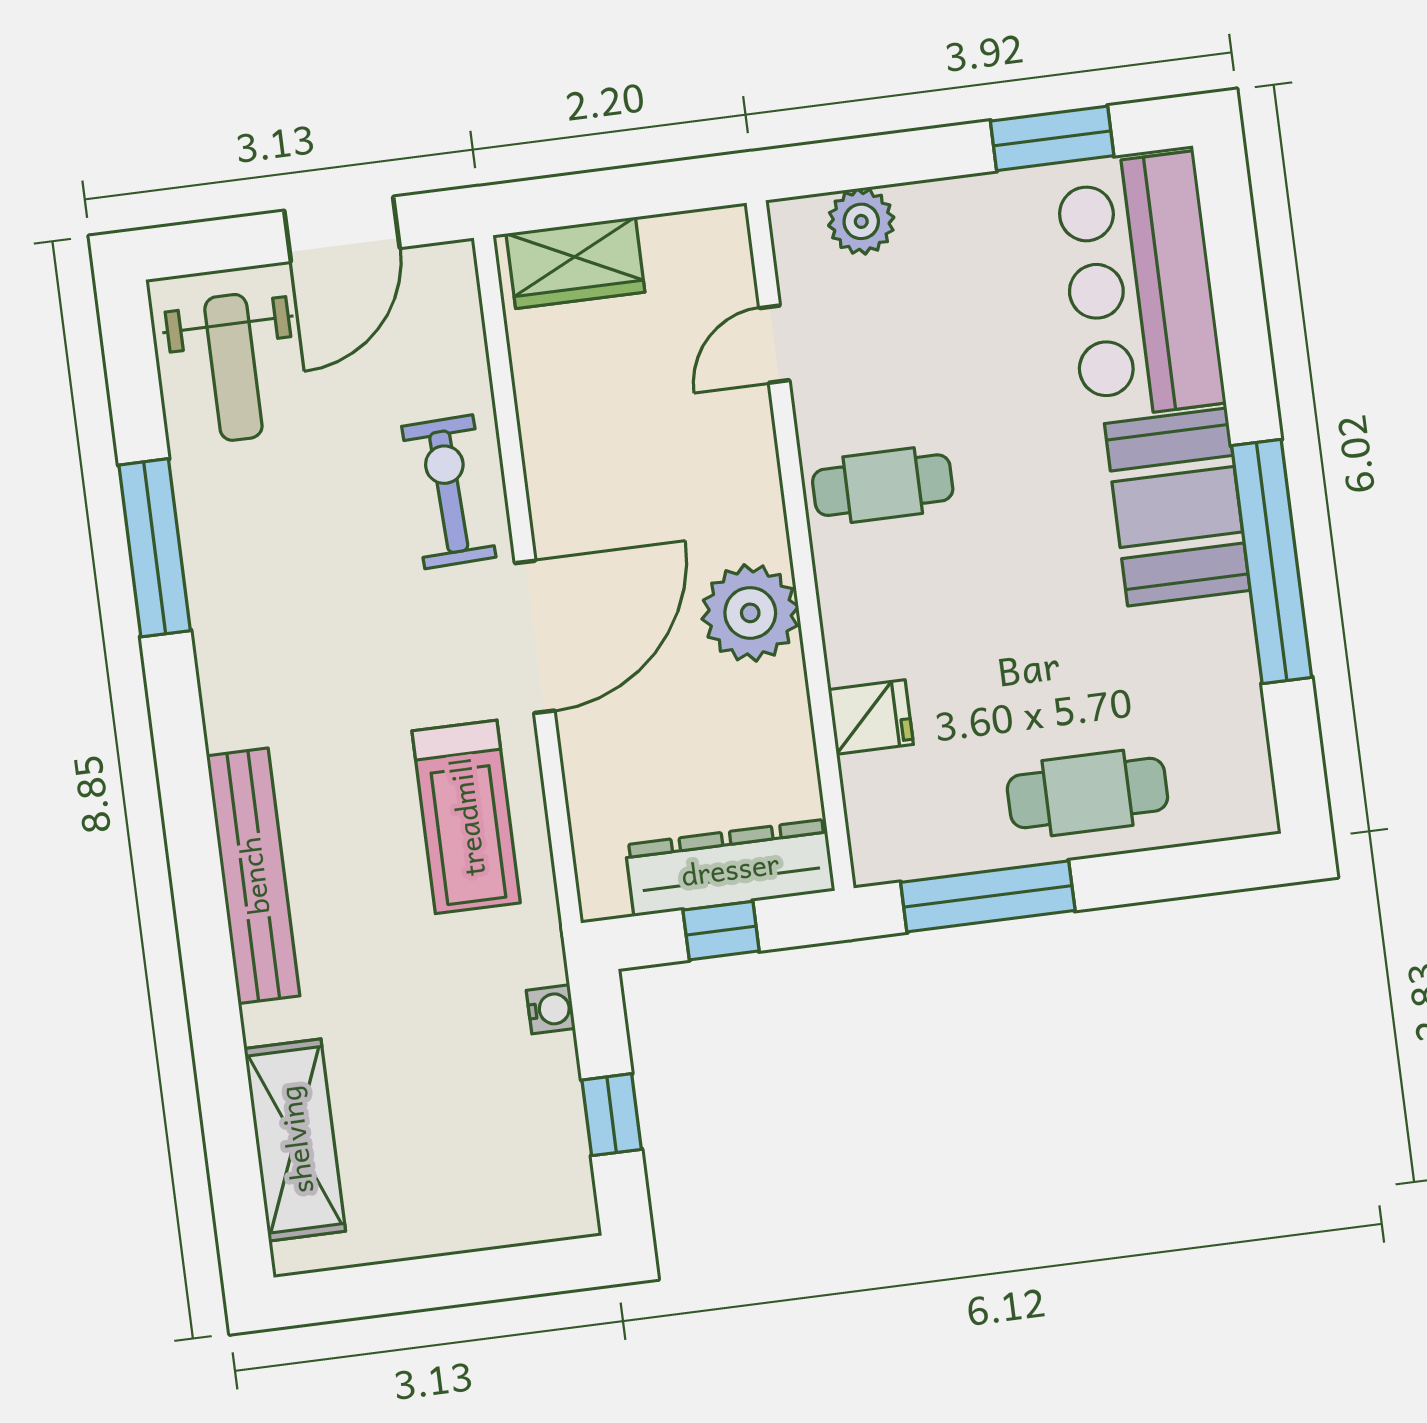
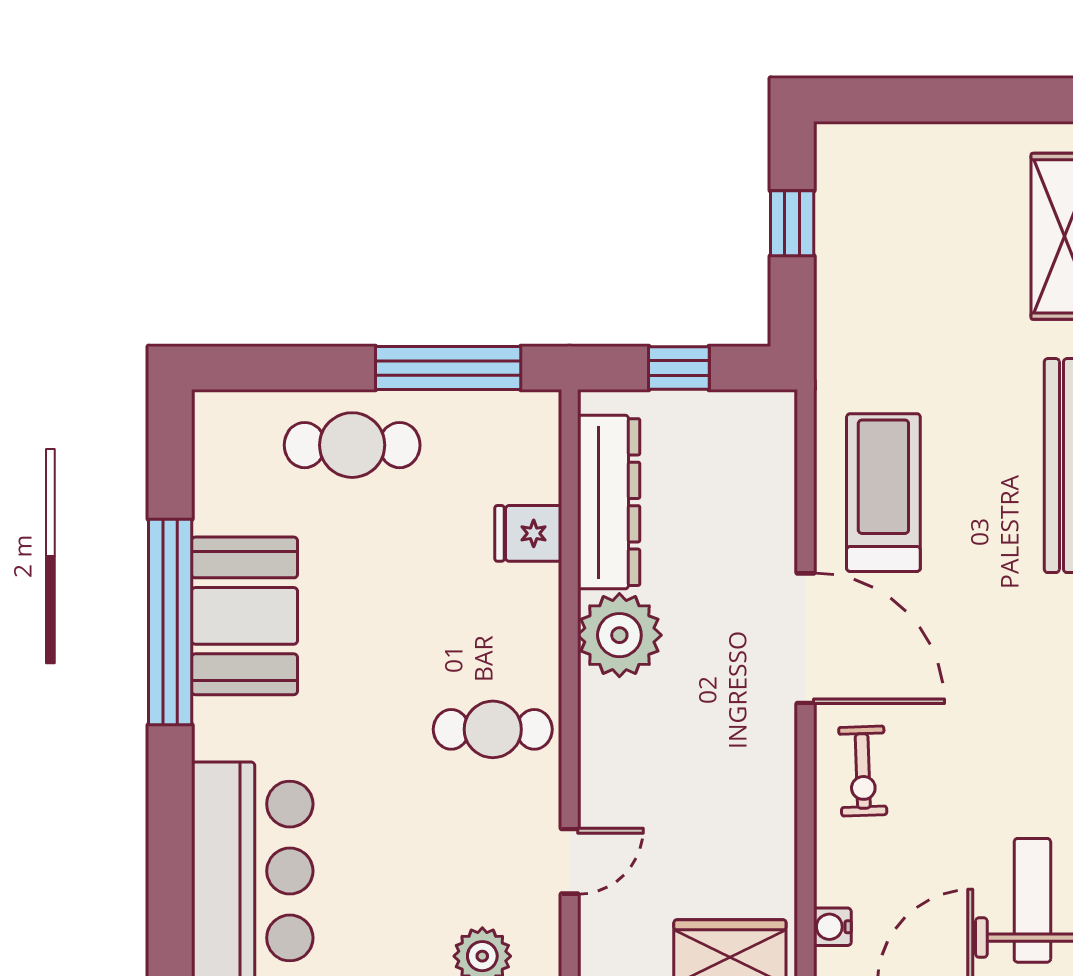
exercise bike: (449, 492) -> (863, 771), width x0.73, depth x0.72
booth: (1177, 507) -> (245, 616), moved
door: (535, 637) -> (805, 638), swing flipped
dresser: (730, 868) -> (609, 502), moved, turned -90
water cooler: (551, 1009) -> (832, 927), moved

